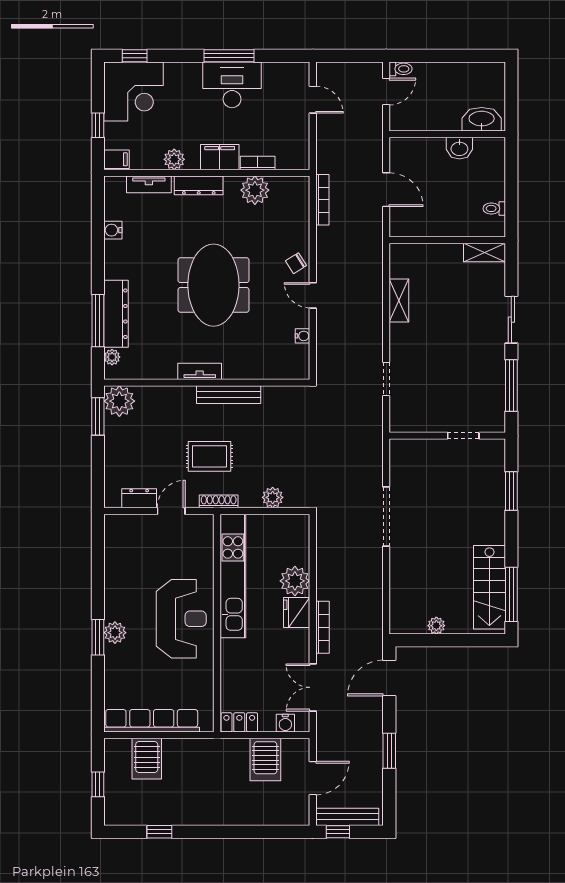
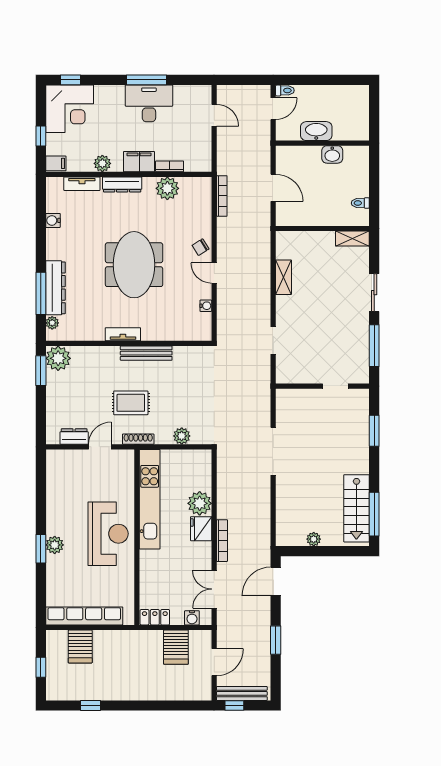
washbasin: (482, 119) -> (316, 131), moved

